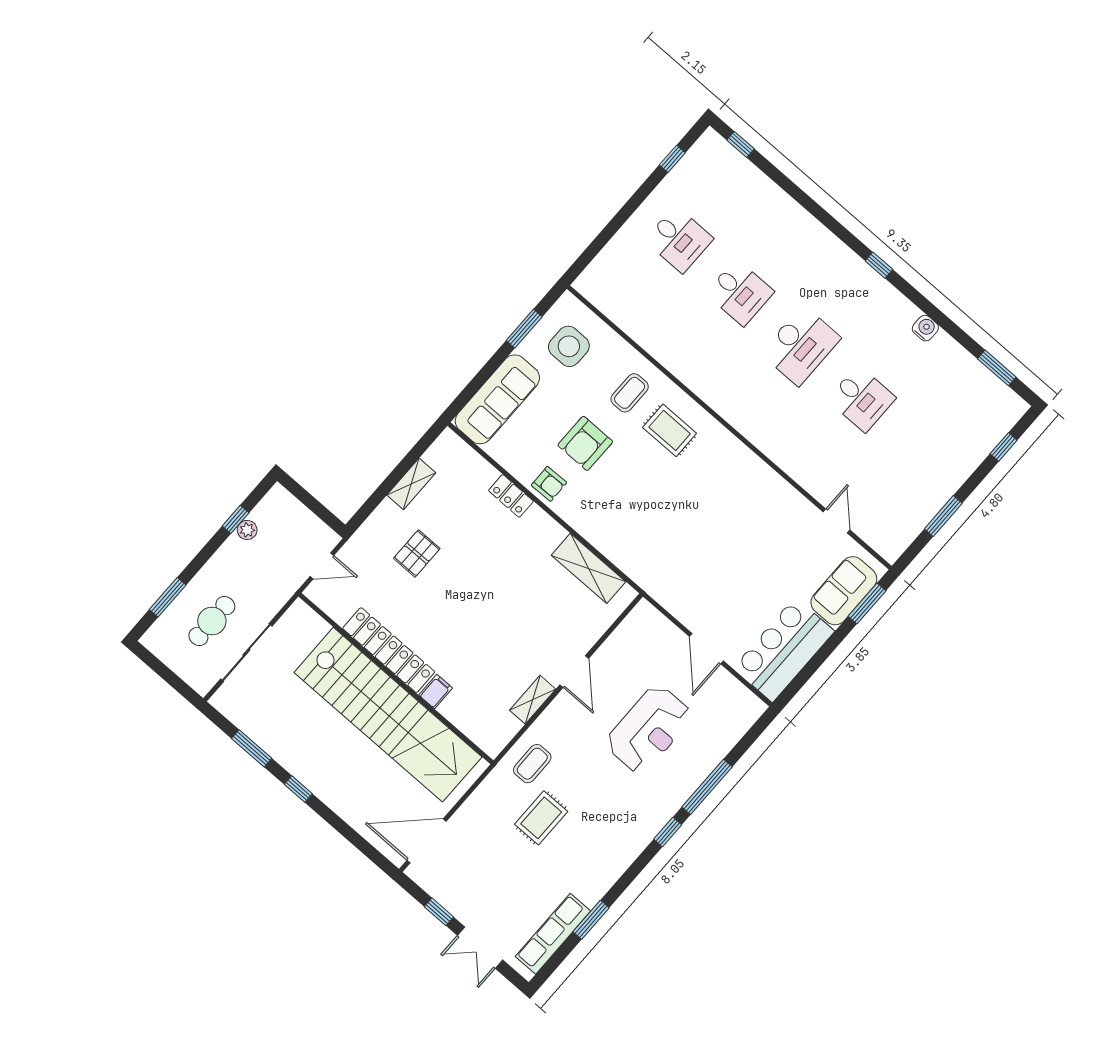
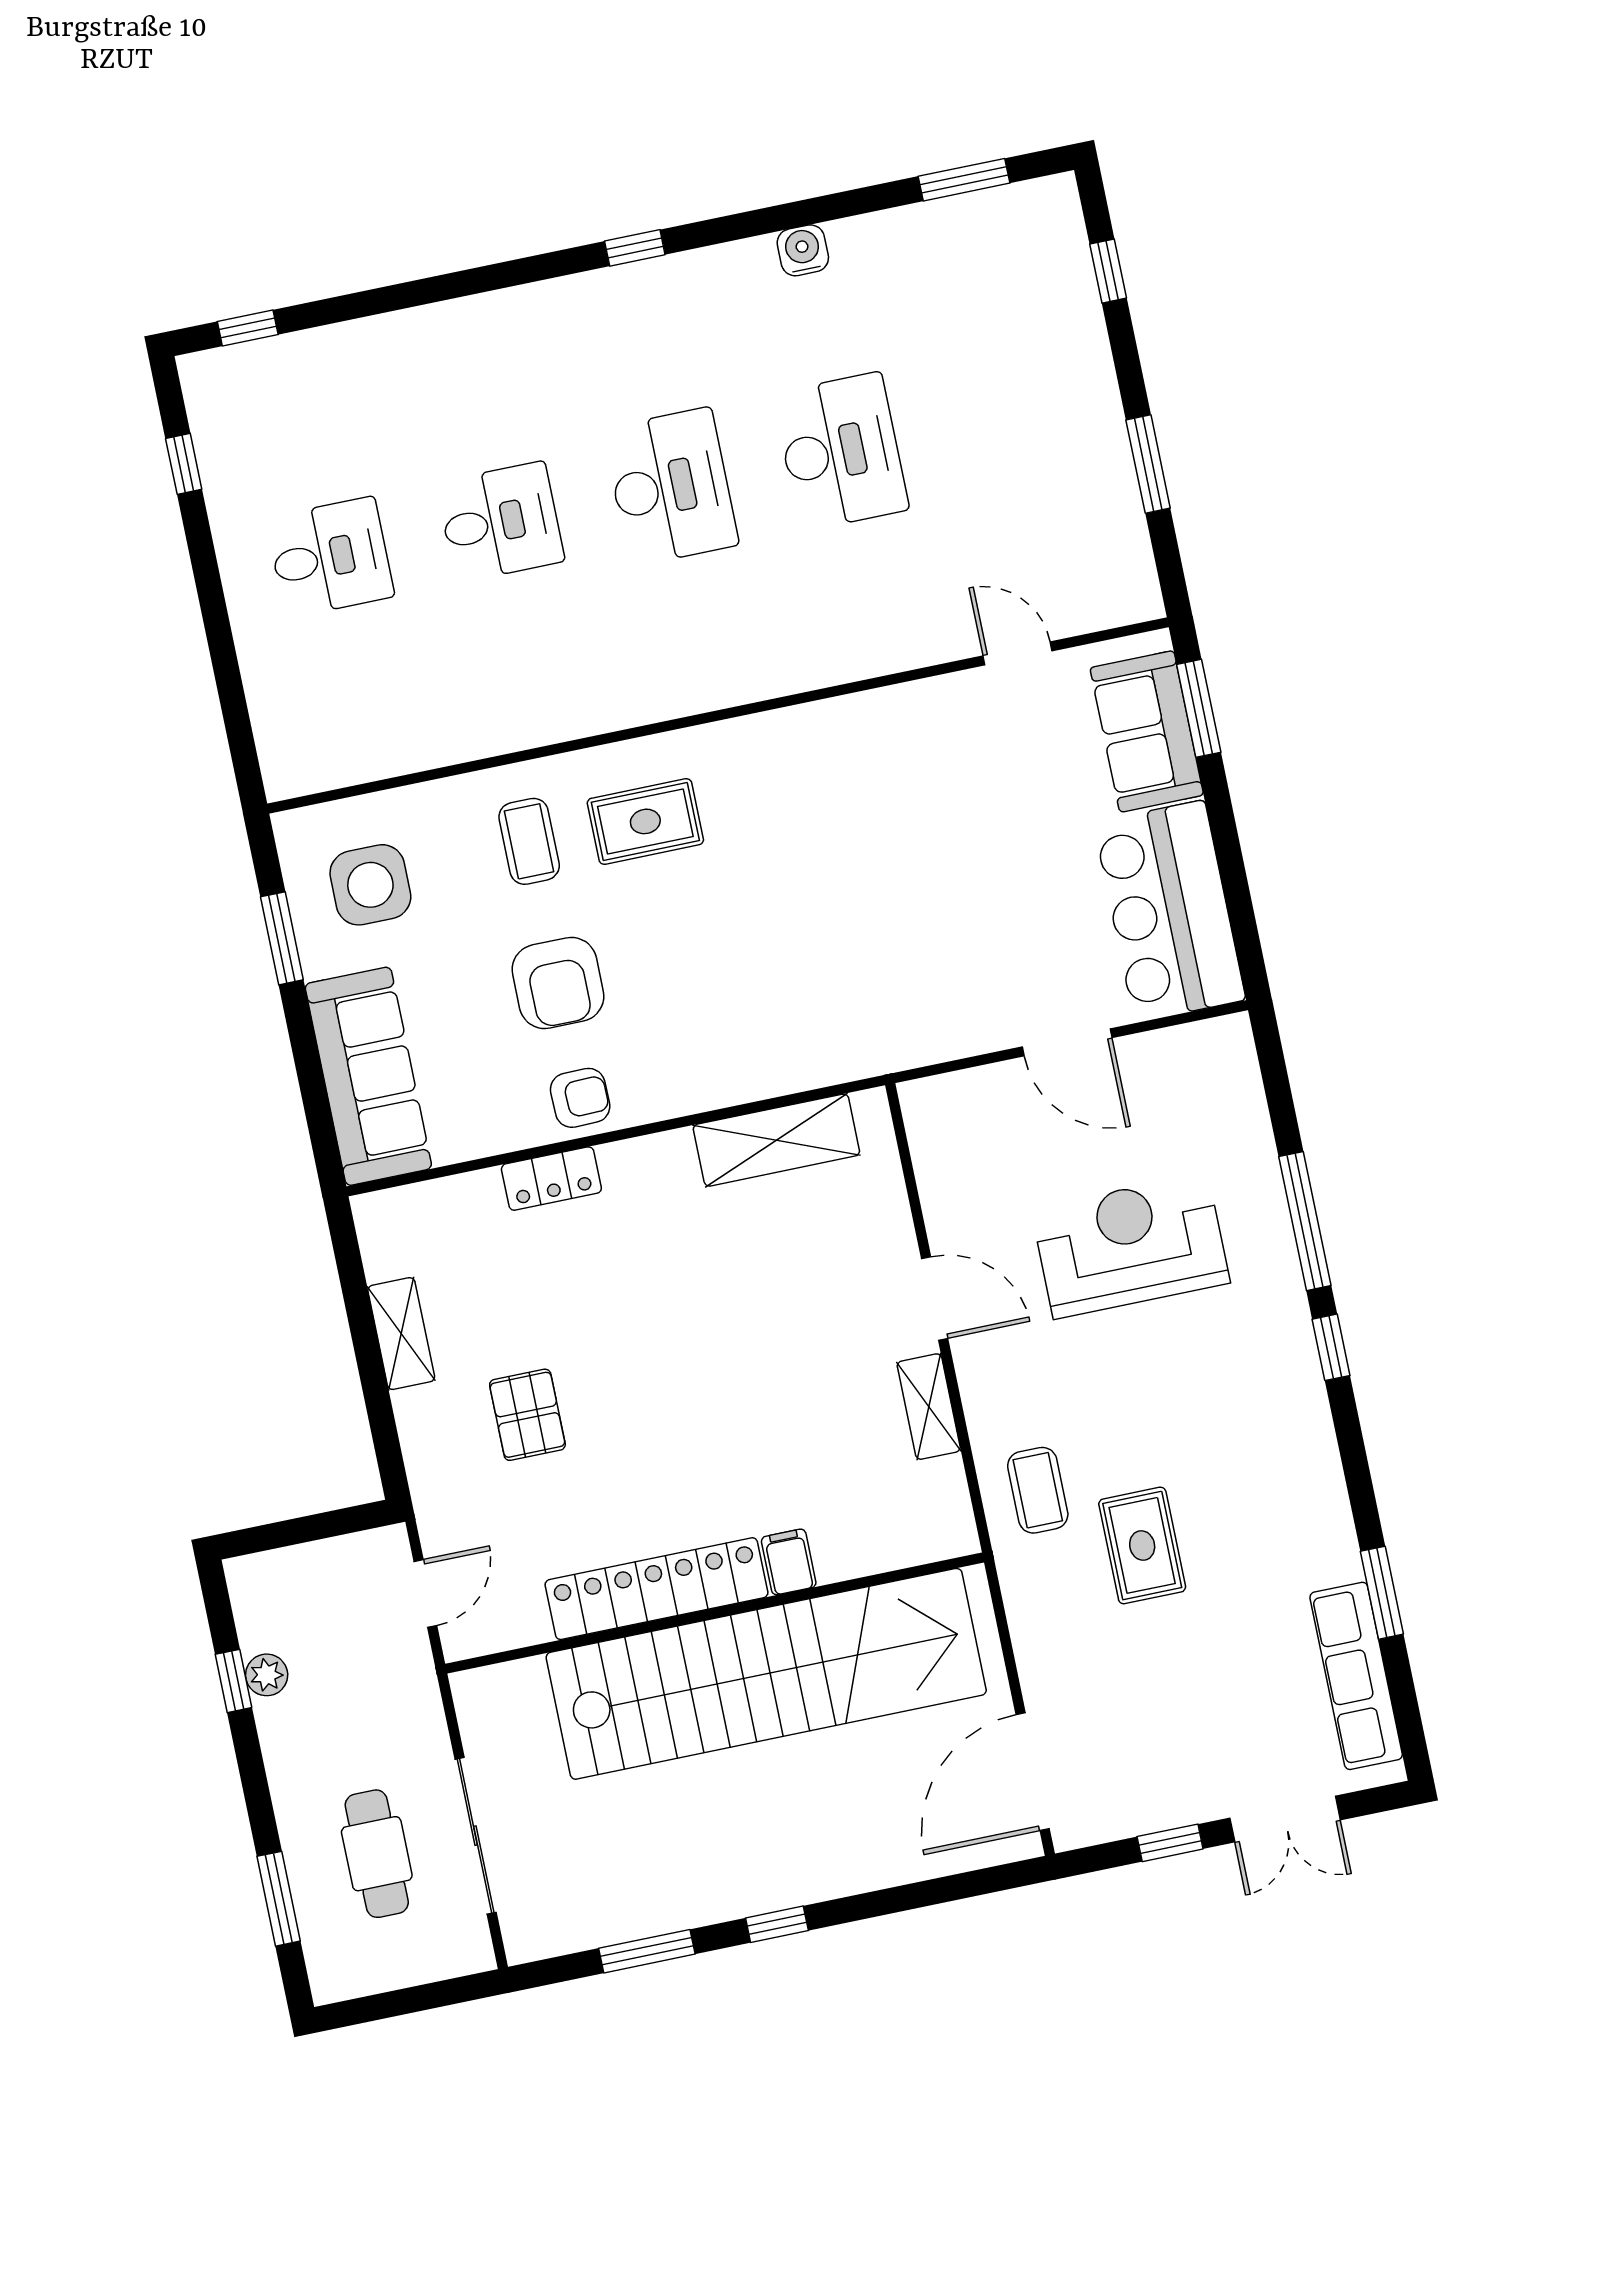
desk: (862, 399) -> (841, 451), width x1.37
reception desk: (649, 729) -> (1130, 1246), turned -90

